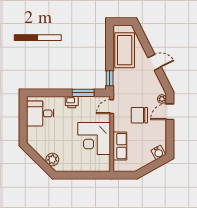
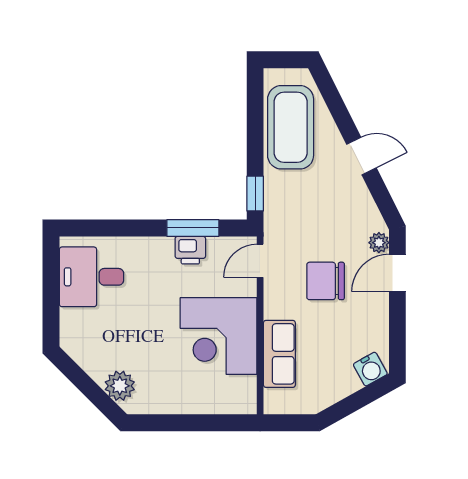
printer: (72, 102) -> (190, 250), moved

